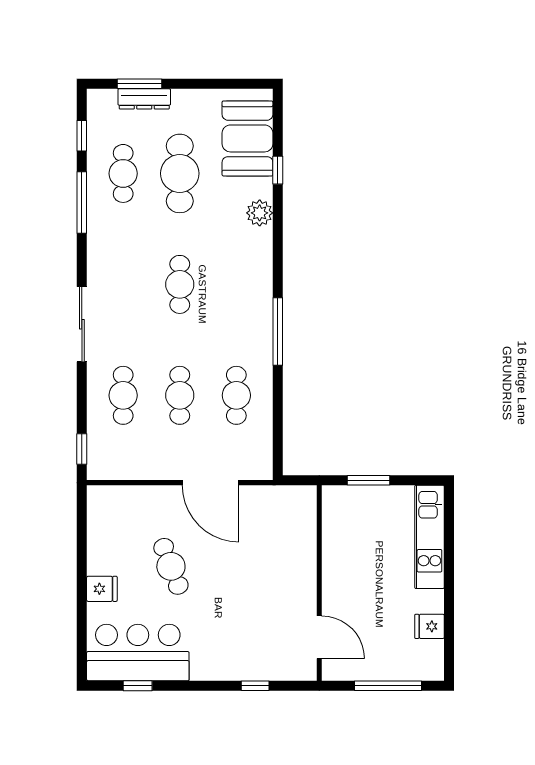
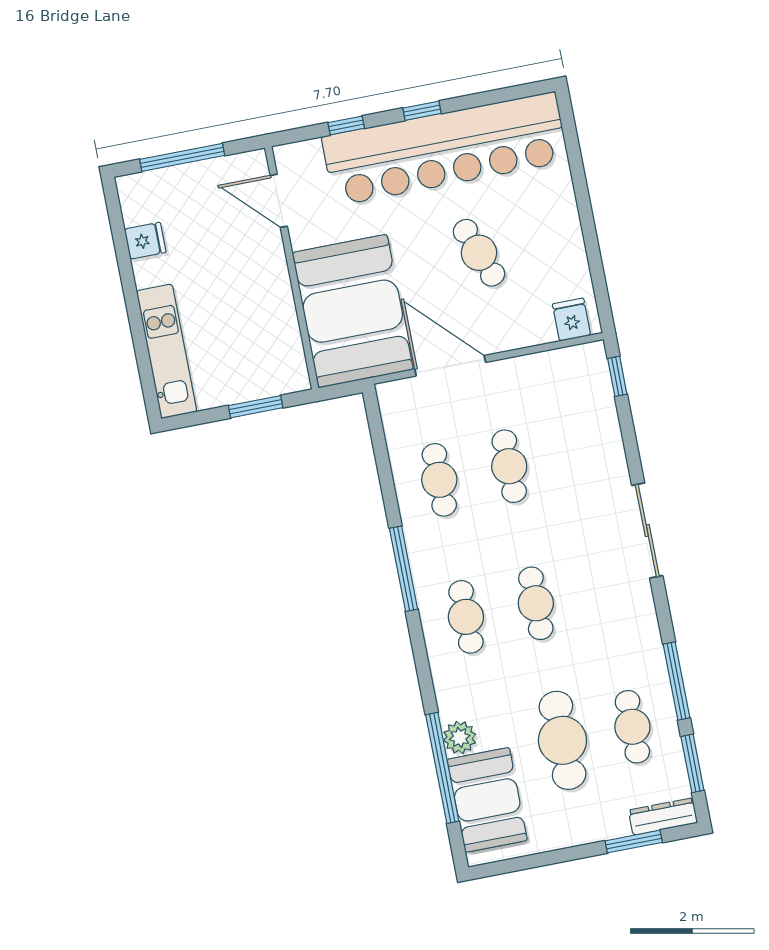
dresser: (144, 99) -> (663, 816), moved
window: (82, 136) -> (692, 763), width x1.50
window: (278, 170) -> (442, 768), width x3.17
plant: (260, 213) -> (460, 737), moved
cafe table: (123, 395) -> (466, 617), moved
booth: (278, 540) -> (353, 311), added
fridge: (102, 589) -> (572, 320), moved, turned 90
bar counter: (138, 653) -> (445, 149), width x1.86
window: (138, 686) -> (422, 111), moved

